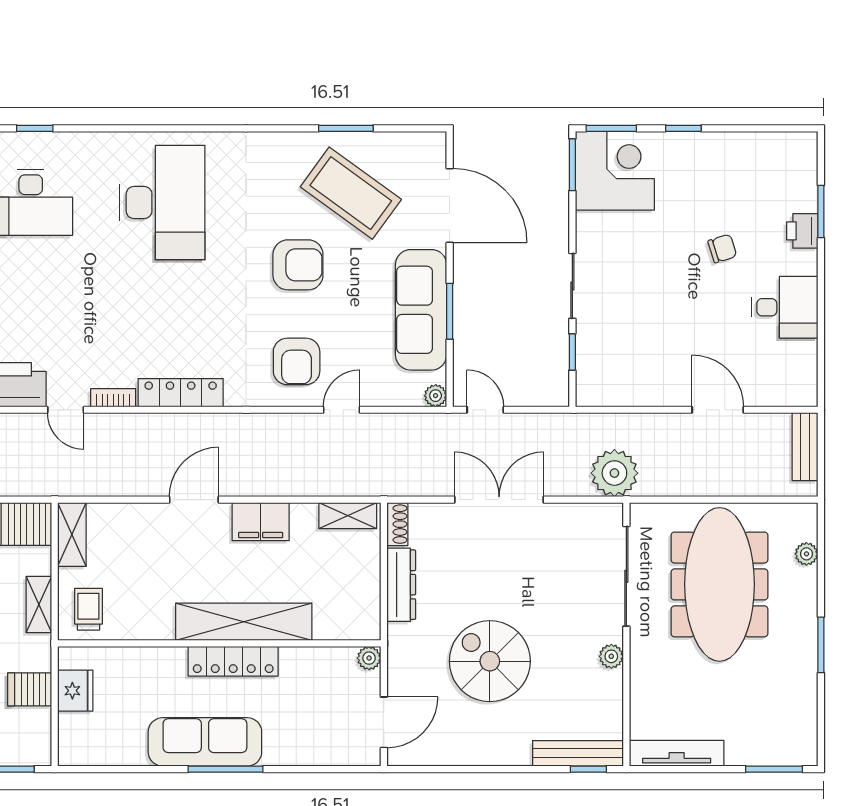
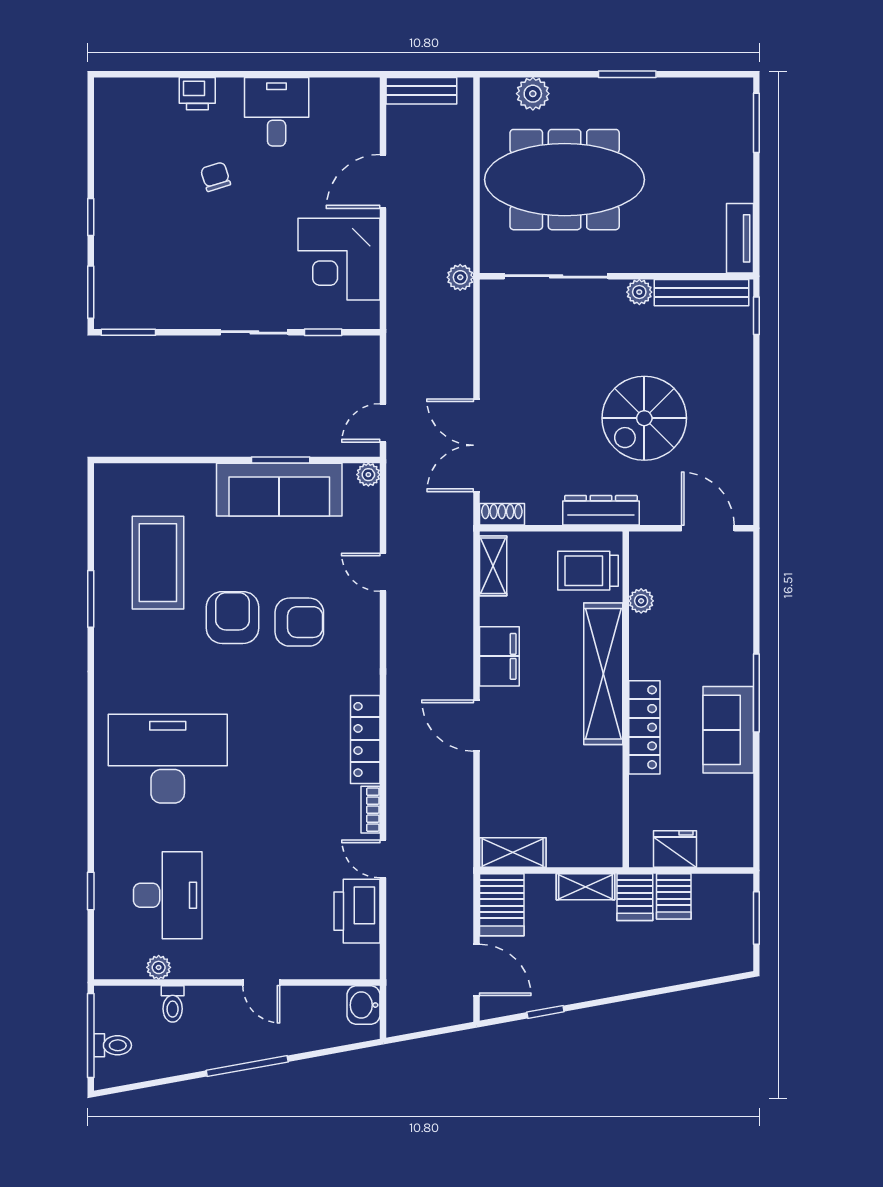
window: (346, 128) -> (91, 599), moved
corner desk: (615, 171) -> (339, 259), moved, turned -90
coffee table: (351, 193) -> (158, 563), turned -36
door: (450, 205) -> (171, 460), removed
window: (821, 211) -> (177, 74), removed
armchair: (297, 361) -> (299, 622), moved
door: (66, 410) -> (383, 859), swing flipped
plant: (614, 473) -> (460, 277), width x0.53, depth x0.53
double door: (499, 500) -> (476, 445), moved
plant: (806, 554) -> (533, 94), width x1.38, depth x1.38
dresser: (401, 585) -> (601, 510), moved
trolley: (88, 609) -> (588, 571), moved, width x1.36, depth x1.39
server rack: (29, 652) -> (635, 897), added
plant: (369, 658) -> (641, 601), moved
locker: (233, 661) -> (644, 727), moved
sofa: (205, 742) -> (728, 730), width x0.73
bench: (578, 753) -> (701, 293), moved, turned 90
tv unit: (677, 753) -> (740, 238), width x0.71

